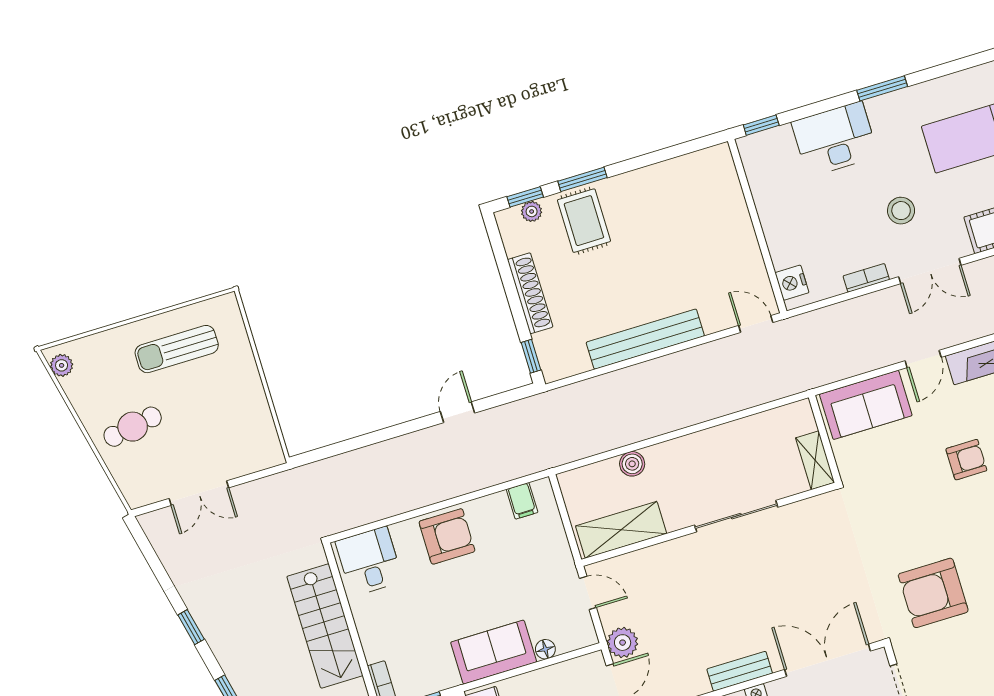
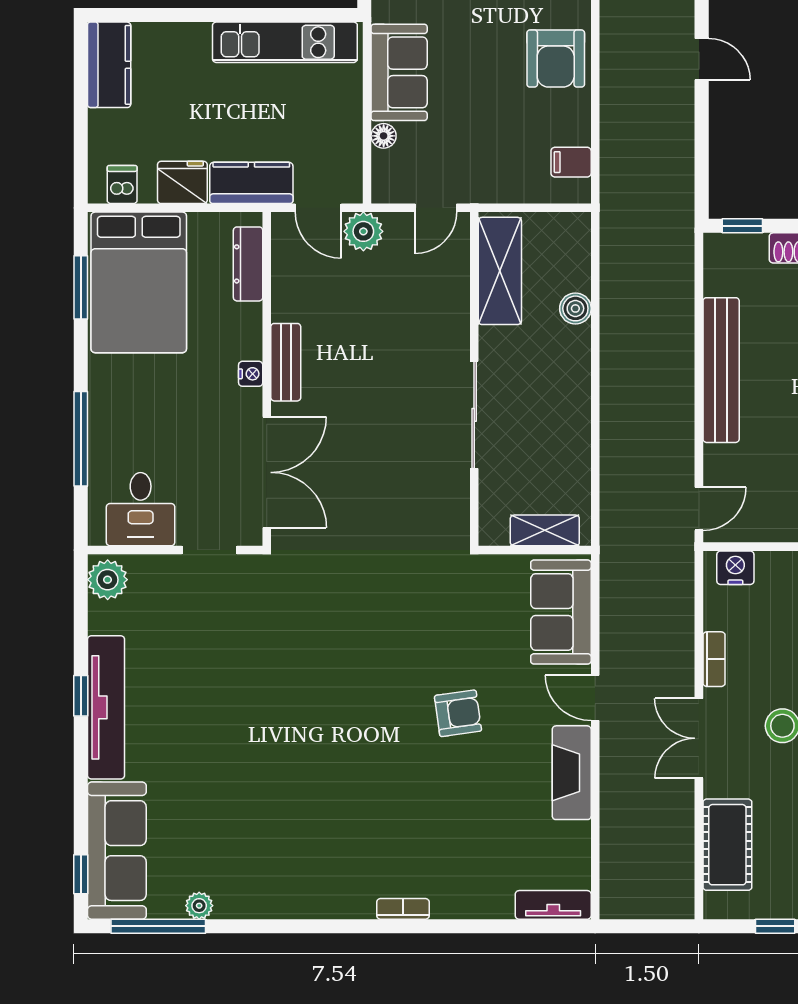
door: (458, 412) -> (702, 59), moved
shelving: (815, 460) -> (545, 530), moved
armchair: (966, 460) -> (458, 713), turned -98
armchair: (933, 593) -> (309, 624), removed

